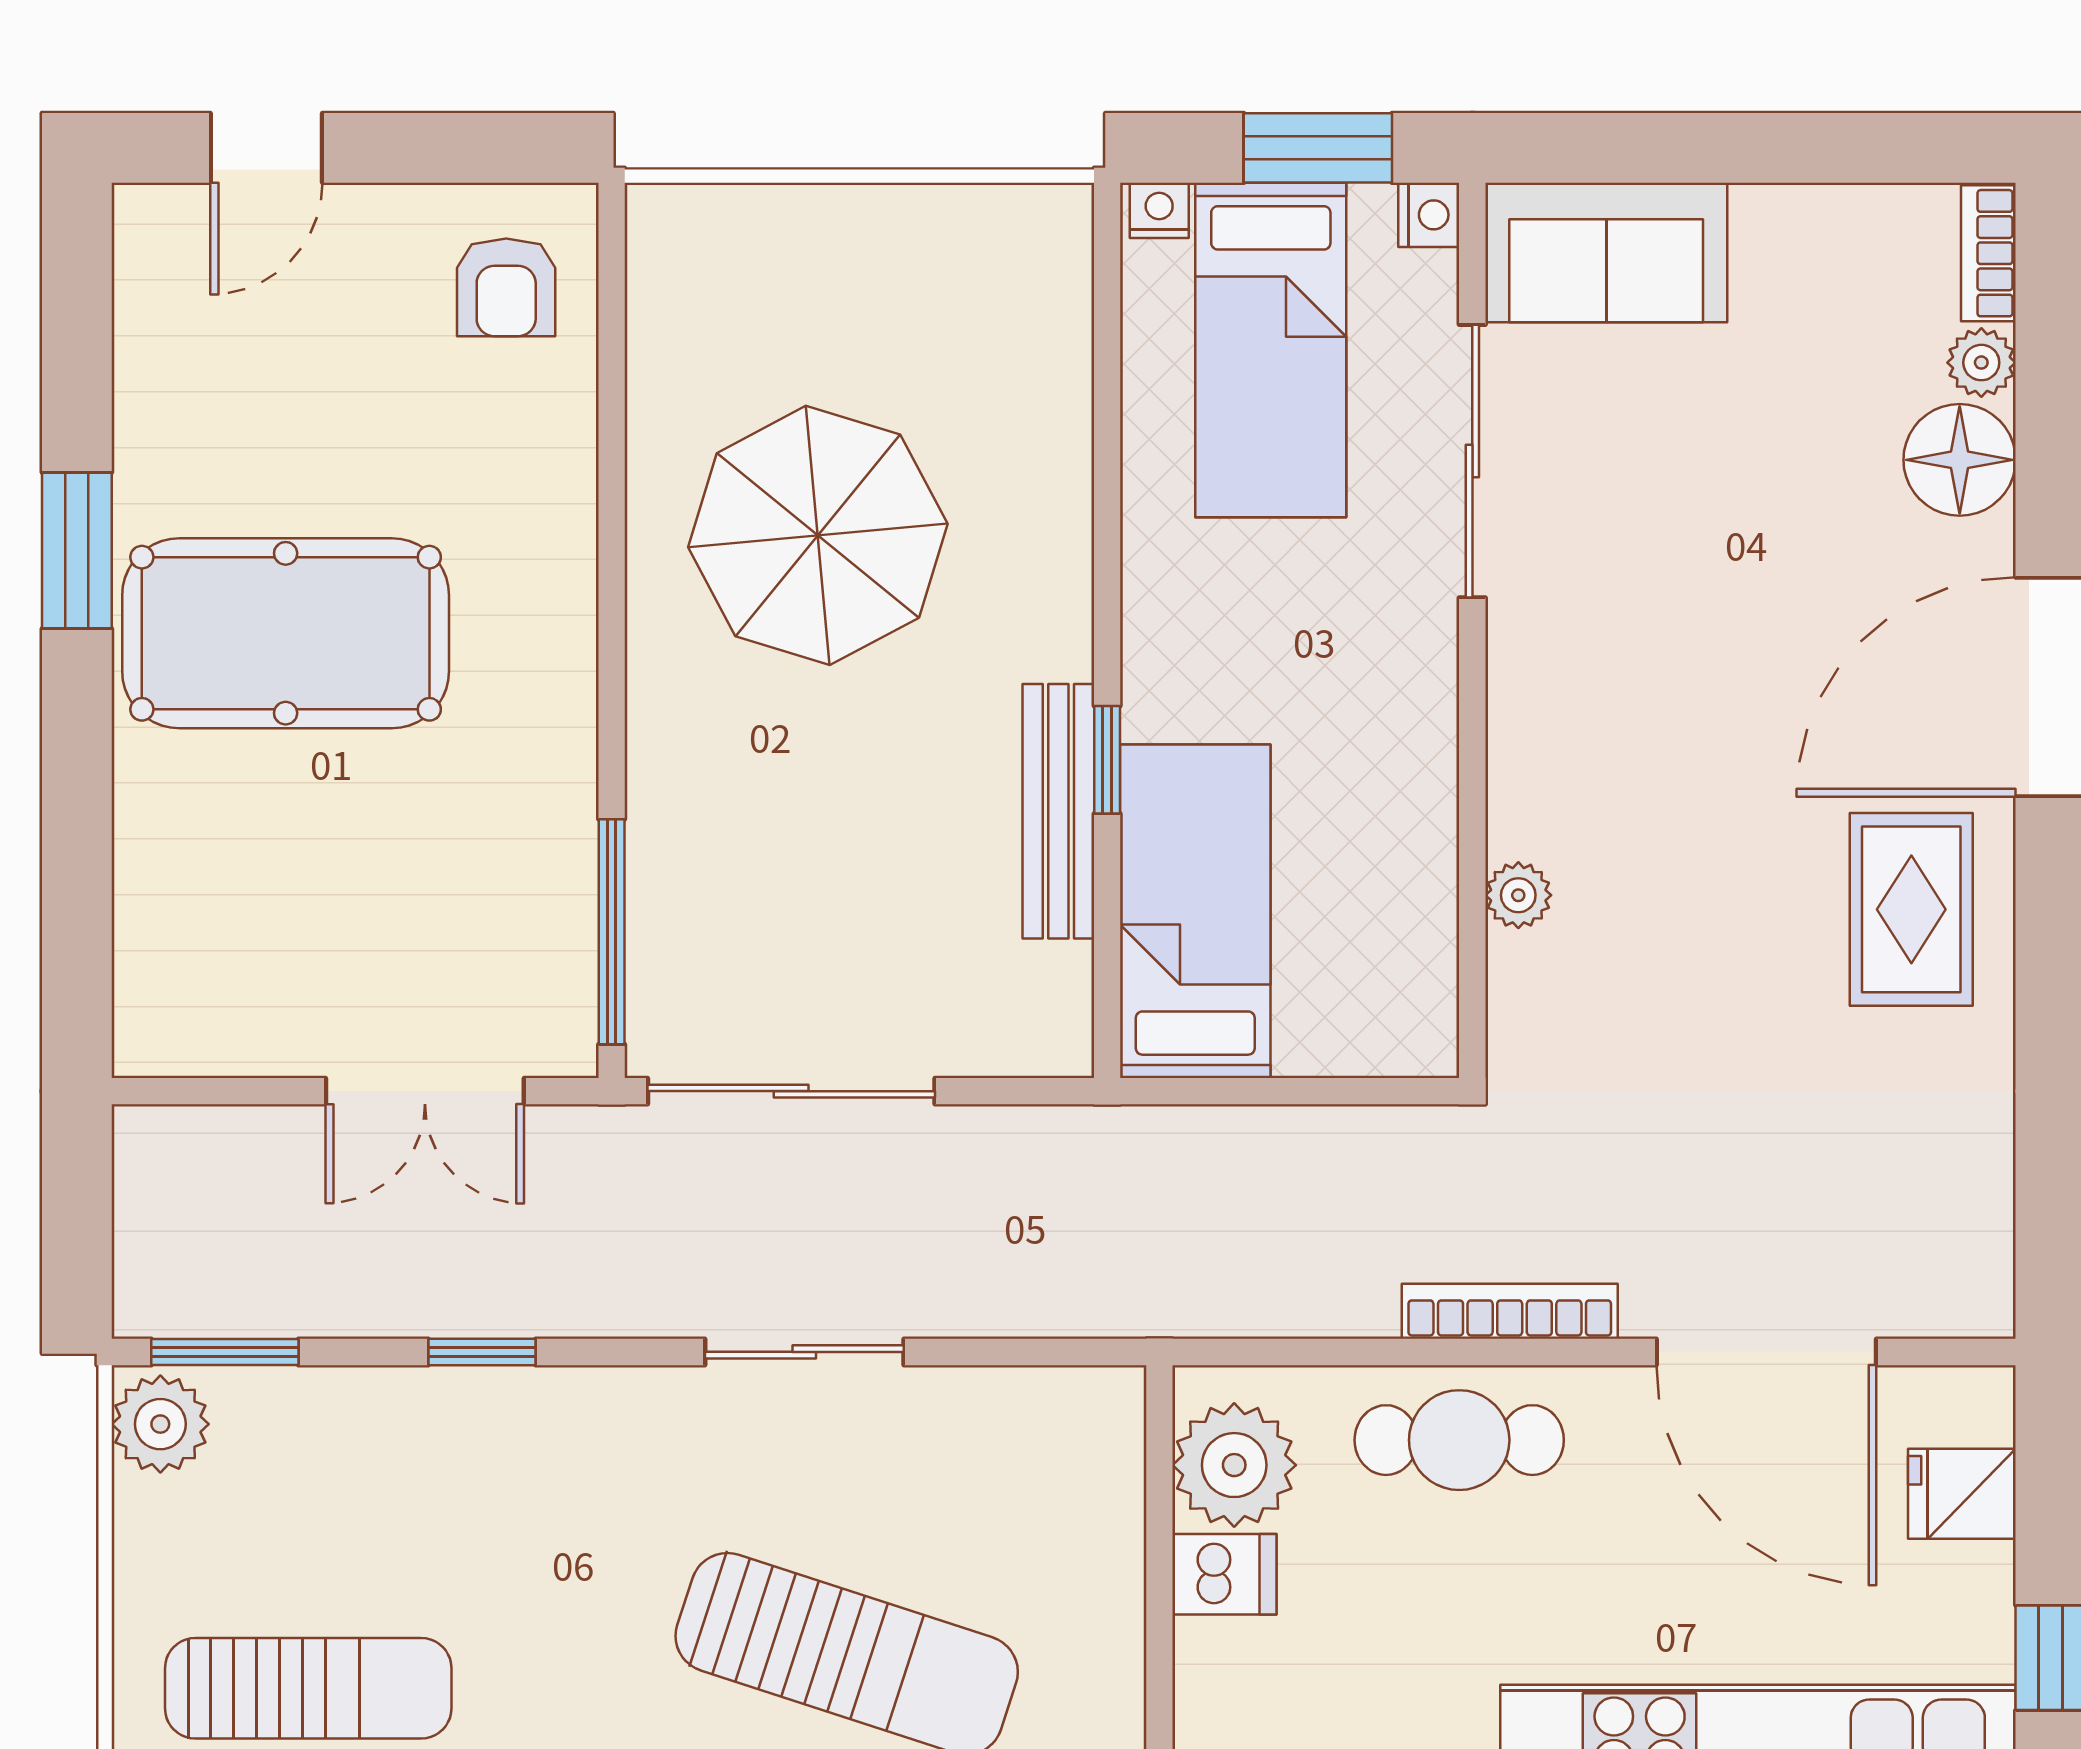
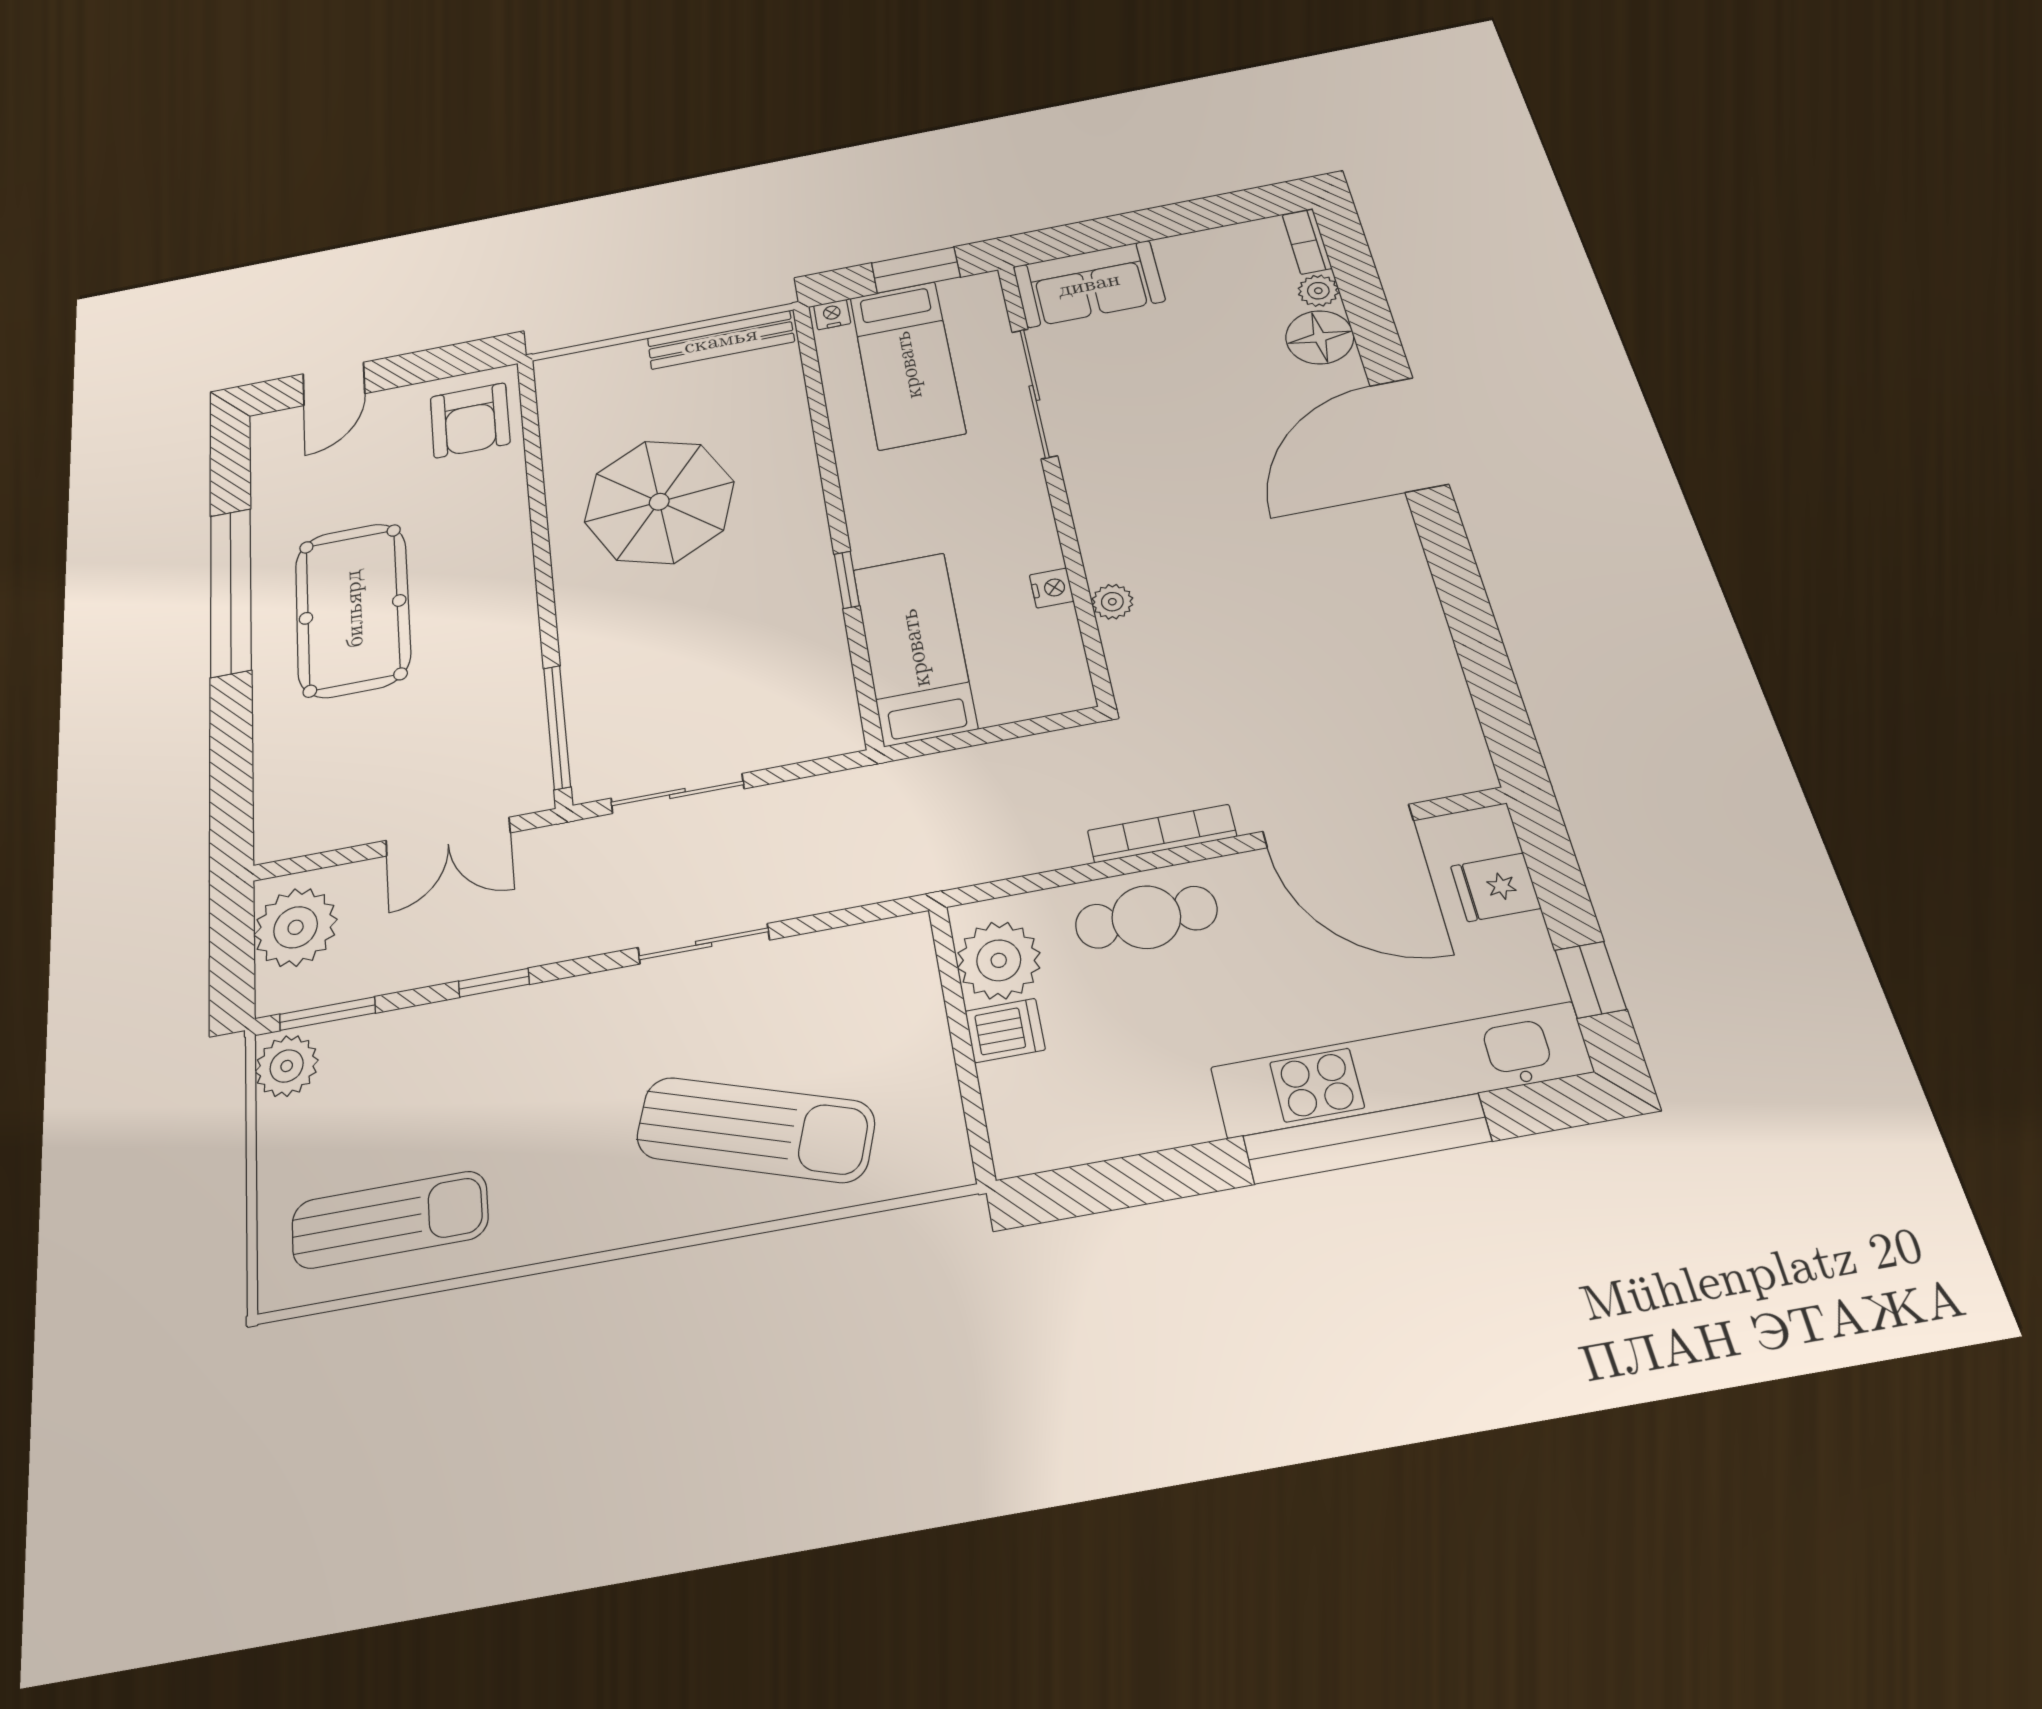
nightstand: (1429, 215) -> (1052, 588), moved
armchair: (506, 287) -> (470, 420), width x1.38, depth x1.38
window: (77, 550) -> (231, 592), width x2.11
pool table: (286, 633) -> (353, 609), turned 90
bench: (1058, 811) -> (721, 340), moved, turned 90
rug: (1911, 909) -> (1359, 563), removed
sliding door: (791, 1091) -> (677, 793), width x0.73
plant: (178, 1198) -> (296, 927), added

